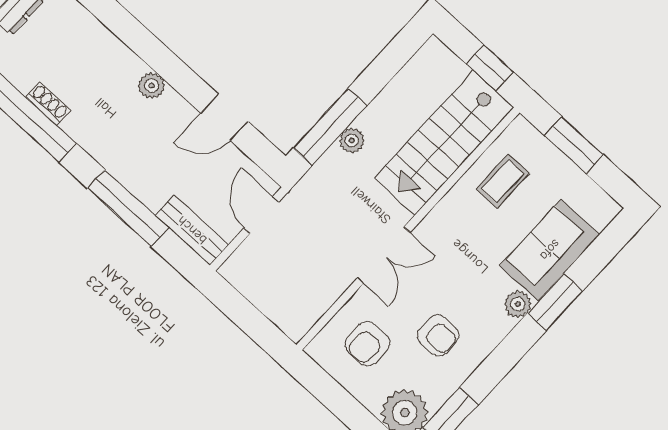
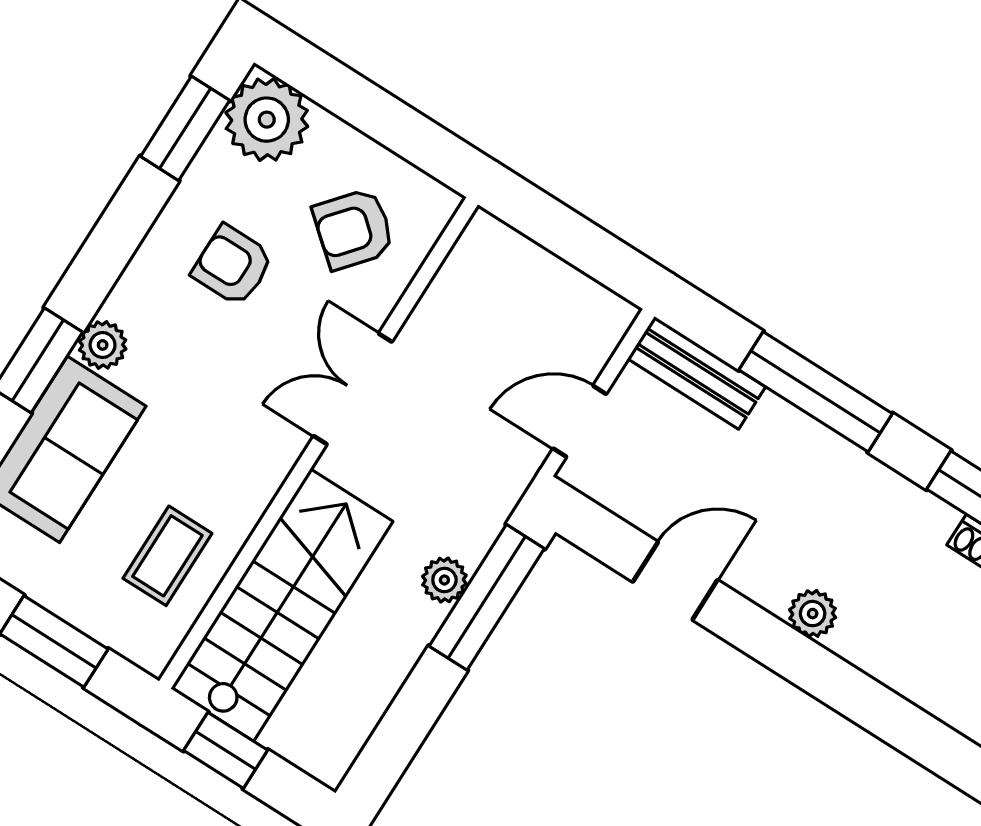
door: (261, 215) -> (580, 421), swing flipped
armchair: (368, 344) -> (353, 229), turned -140

